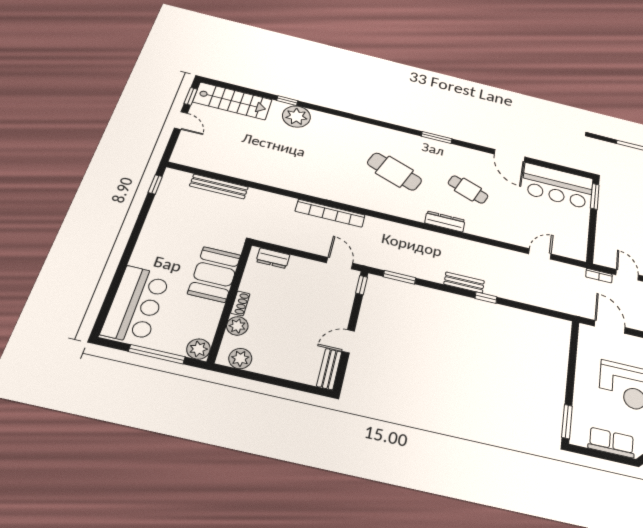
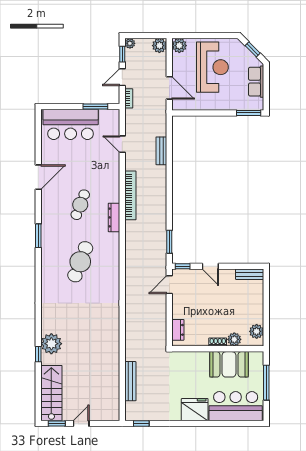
bar counter: (558, 186) -> (71, 124), moved, turned 90
window: (595, 196) -> (95, 106), moved
bookcase: (330, 213) -> (130, 195), moved
fridge: (151, 252) -> (195, 410), added
booth: (214, 274) -> (229, 364), moved
bench: (464, 283) -> (161, 151), moved
window: (486, 298) -> (169, 179), removed
door: (610, 327) -> (169, 88), swing flipped
door: (348, 341) -> (210, 266), moved
plant: (198, 349) -> (256, 359), removed

